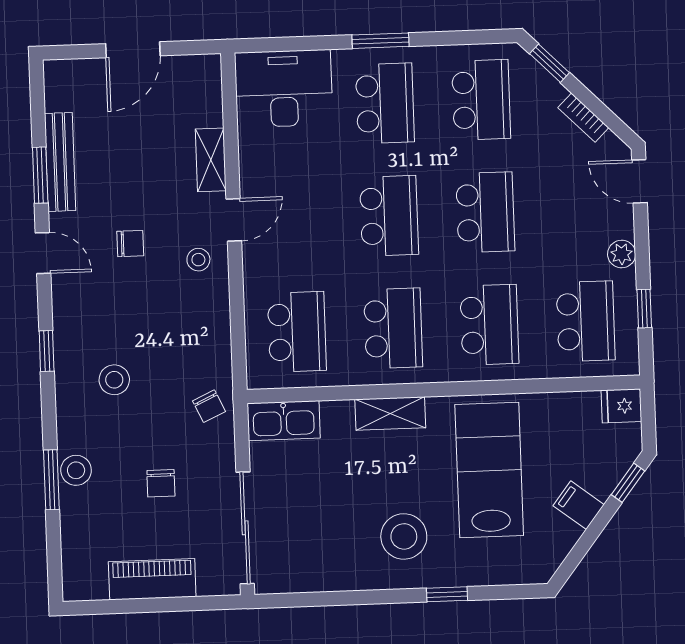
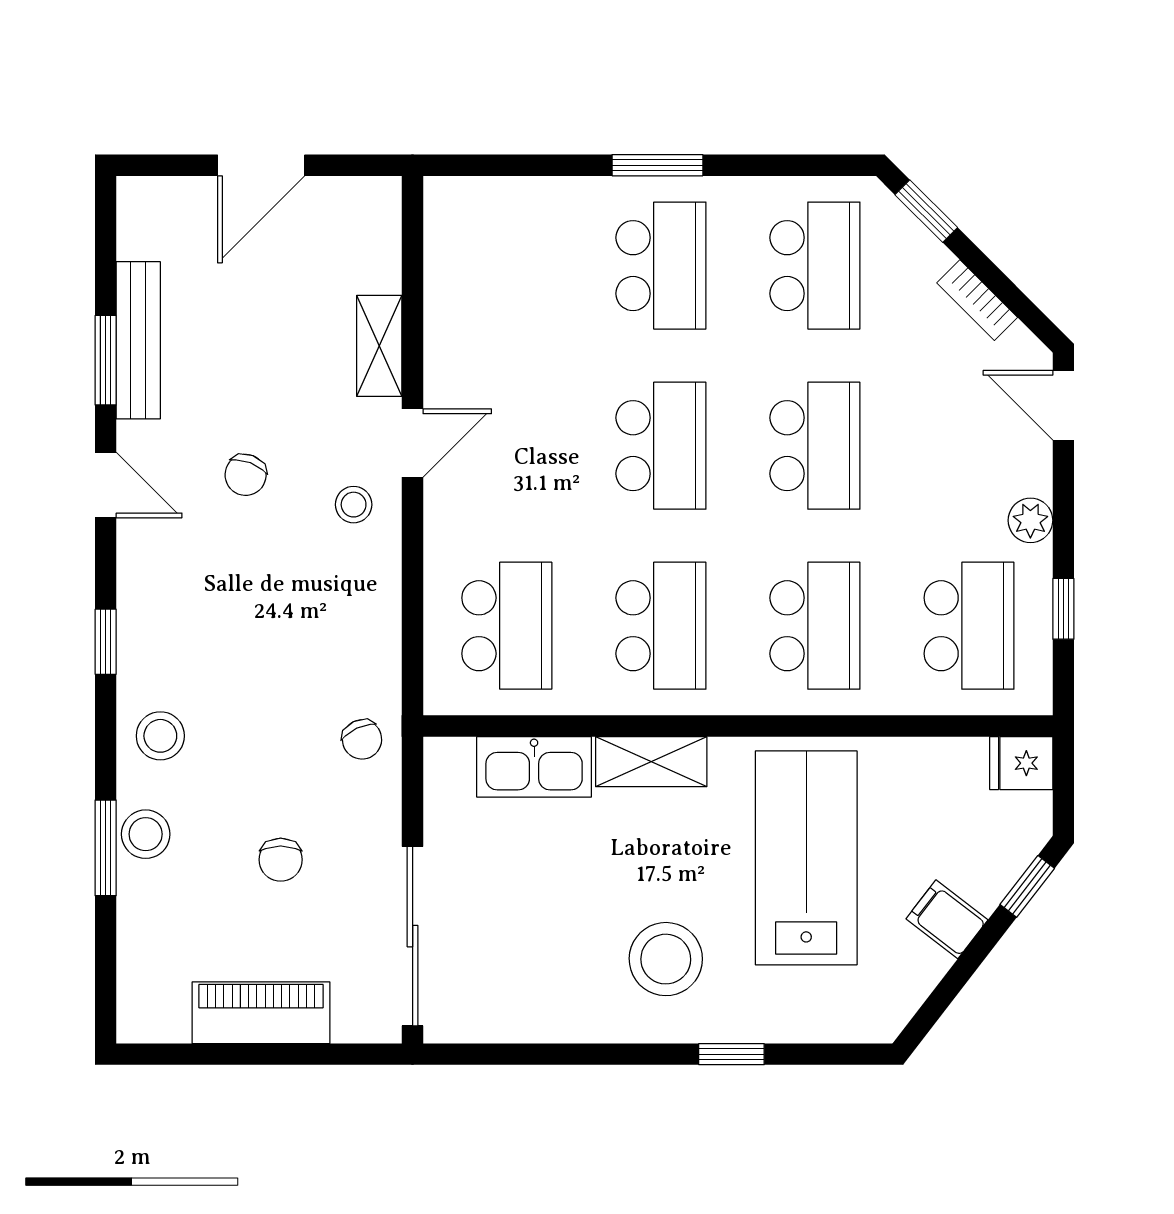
desk: (284, 89) -> (500, 236), removed
chair: (130, 244) -> (246, 475), turned 111
stool: (114, 380) -> (160, 736), moved
kitchen sink: (284, 421) -> (534, 767), moved

